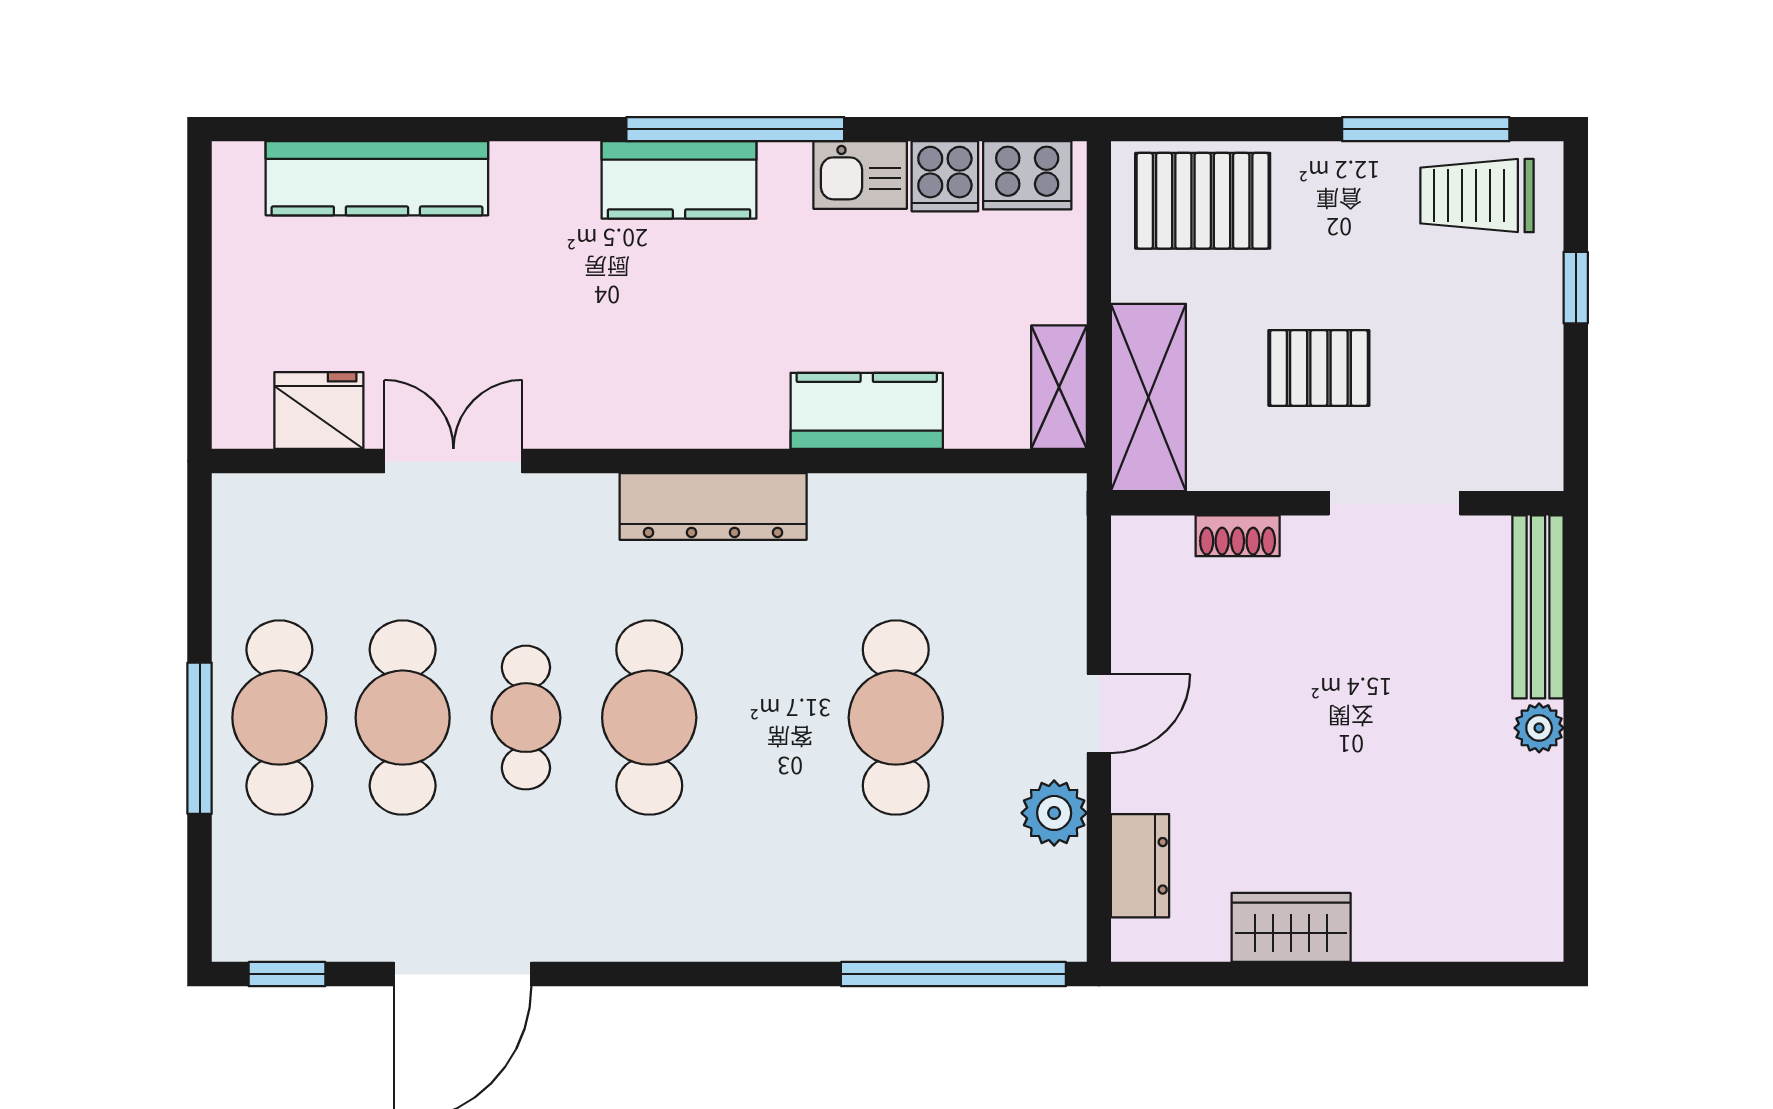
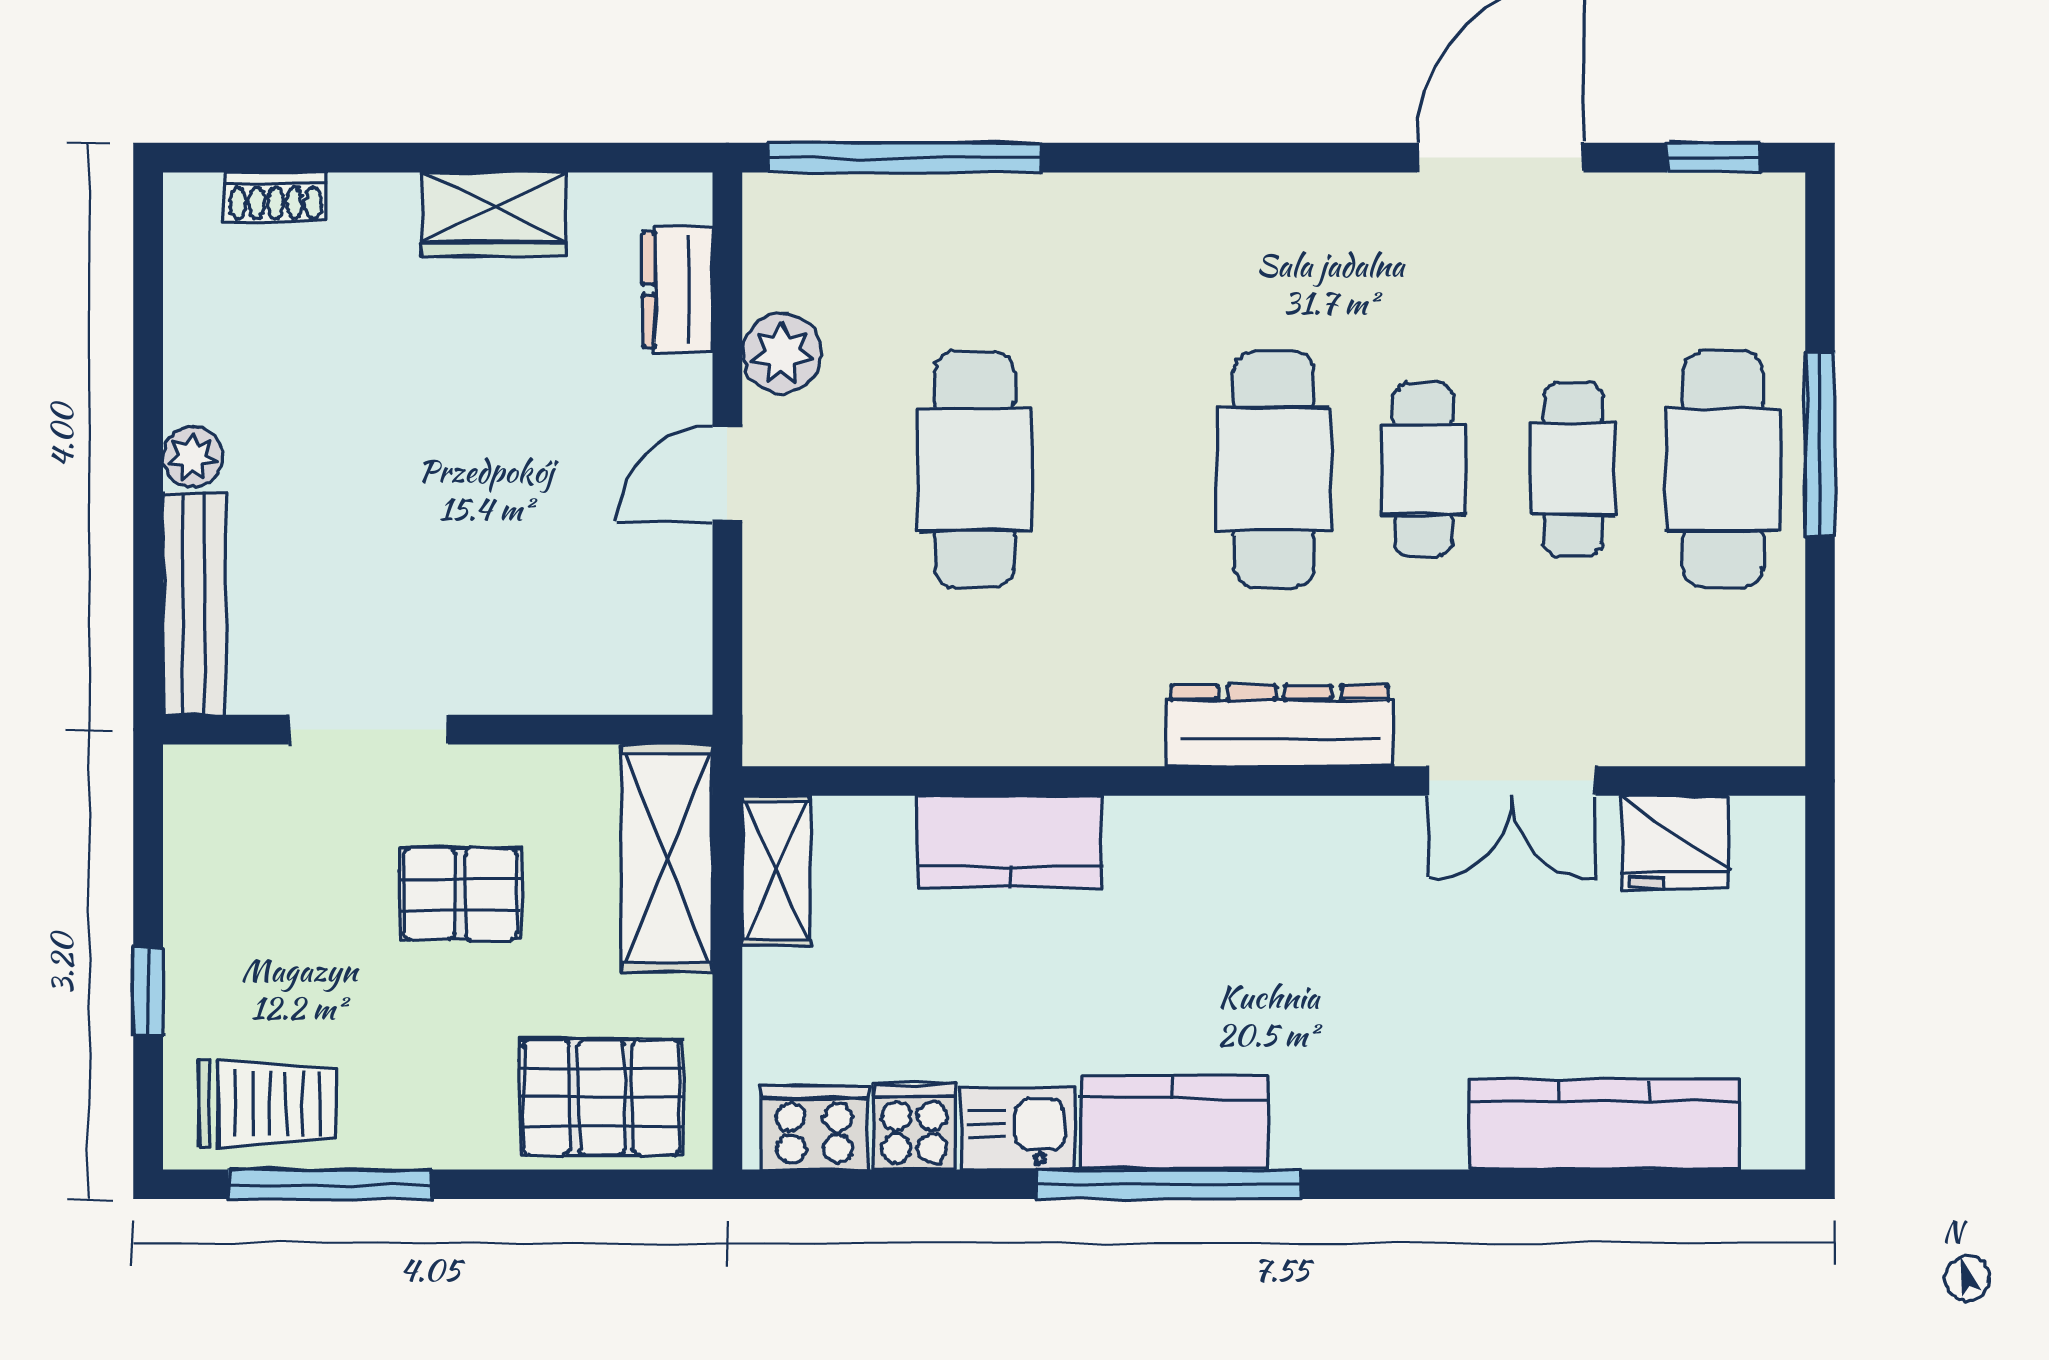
kitchen counter: (679, 180) -> (1174, 1123), moved
dresser: (713, 506) -> (1280, 726), moved
shoe rack: (1238, 536) -> (276, 197), moved, turned 180
cafe table: (403, 718) -> (1573, 469), width x0.73, depth x0.74

